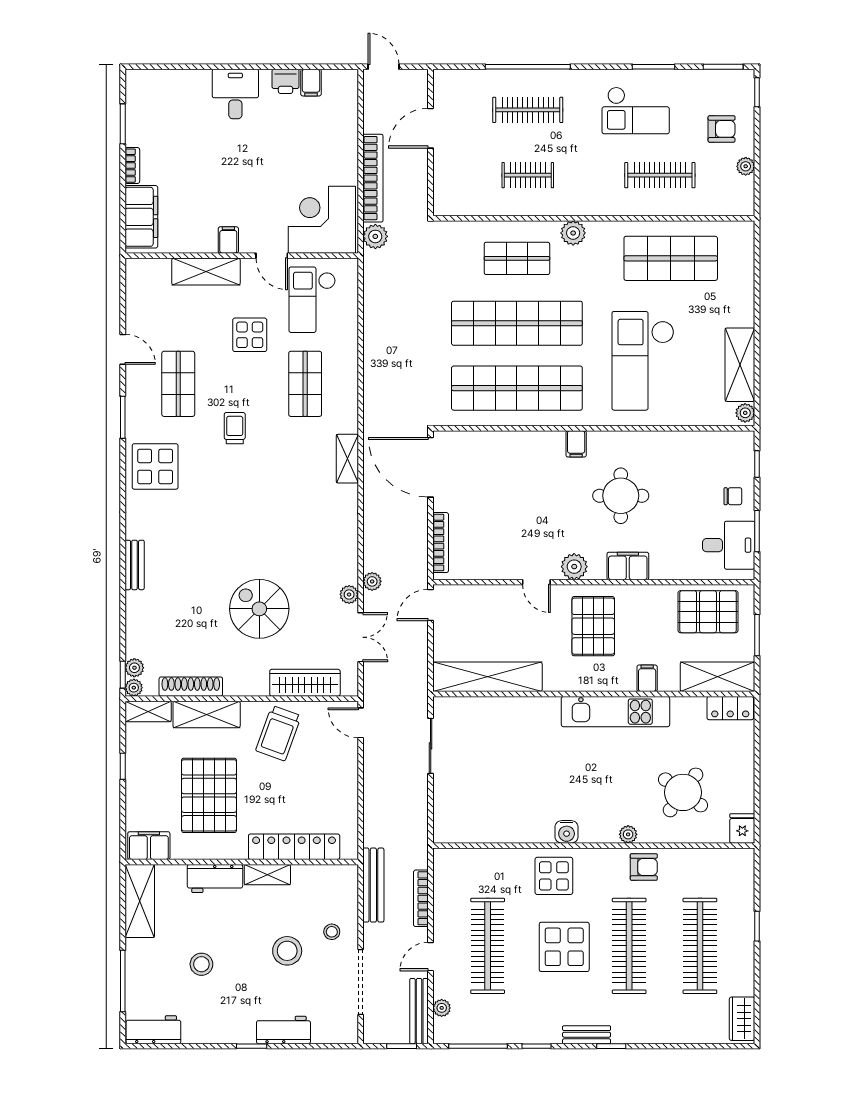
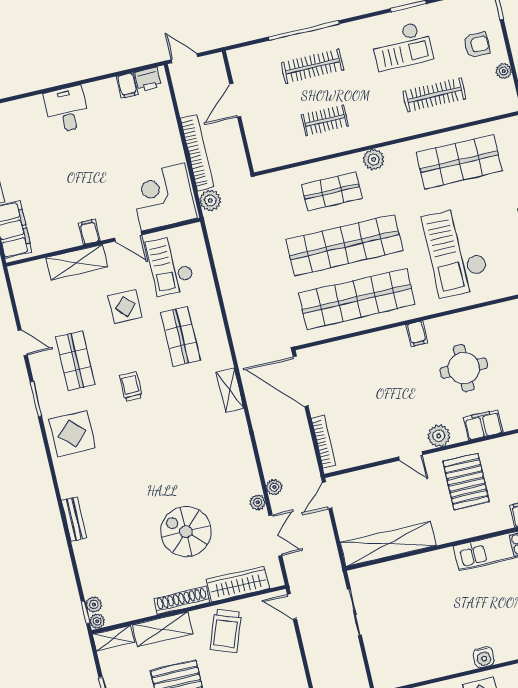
printer: (285, 81) -> (148, 79), moved
shoe rack: (191, 687) -> (182, 600), moved

